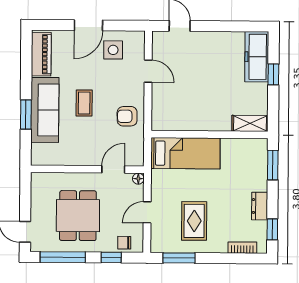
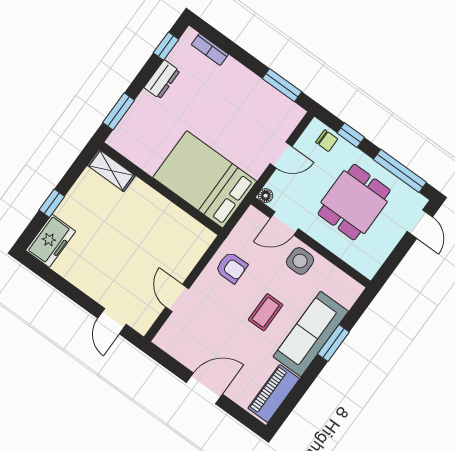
side table: (113, 50) -> (300, 261), moved
freezer: (257, 57) -> (51, 241), width x0.71
bed: (185, 153) -> (205, 179), width x1.50
rug: (194, 221) -> (239, 112), removed

